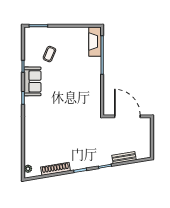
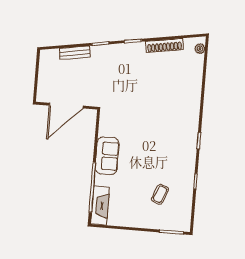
sofa: (32, 81) -> (107, 156), moved, turned 180
door: (127, 116) -> (66, 106), hinge flipped

